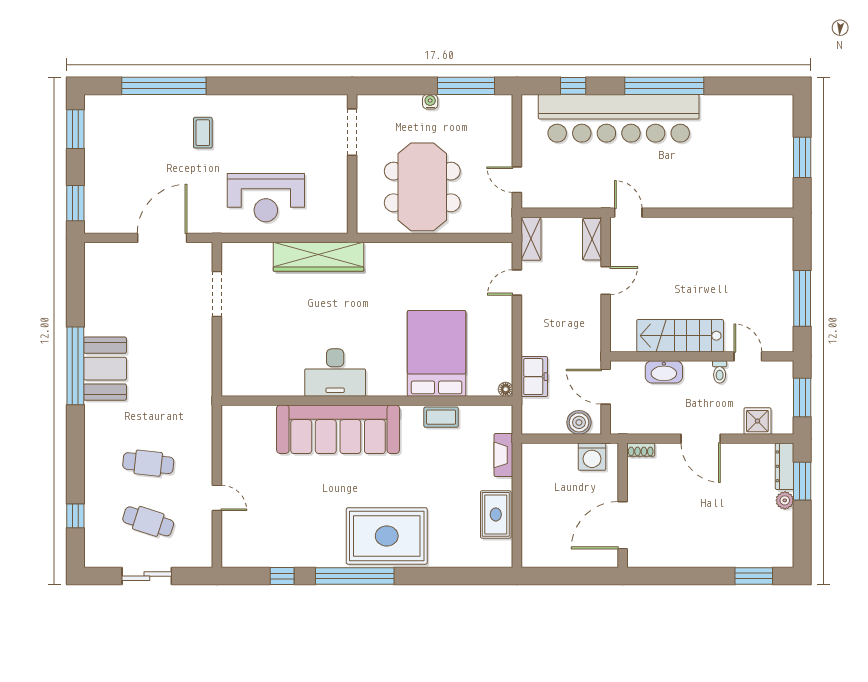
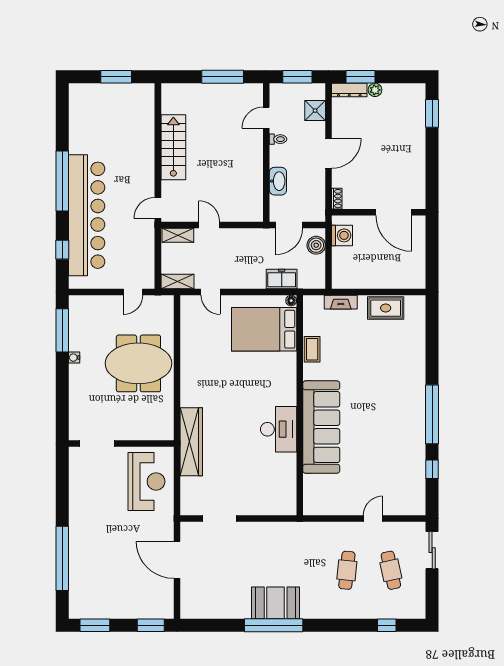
doorway: (352, 132) -> (97, 444), moved
coffee table: (203, 133) -> (98, 529), removed
wall: (352, 164) -> (121, 444), moved
stairs: (680, 336) -> (173, 147), moved, turned 180
bed: (437, 353) -> (264, 329), moved
cafe table: (148, 521) -> (391, 570), turned -30
rug: (387, 536) -> (402, 390), removed
sliding door: (147, 576) -> (432, 550), moved

